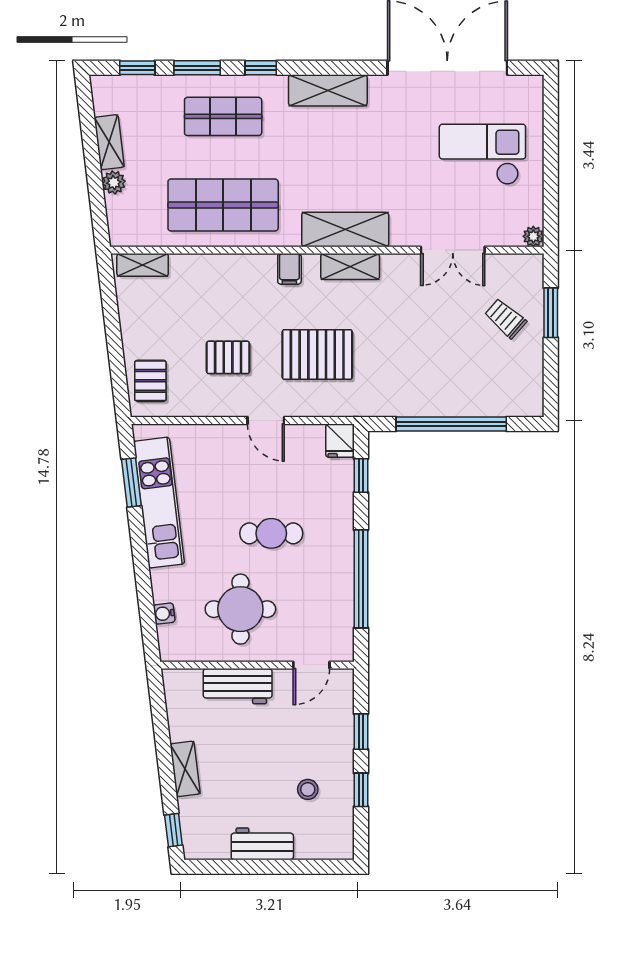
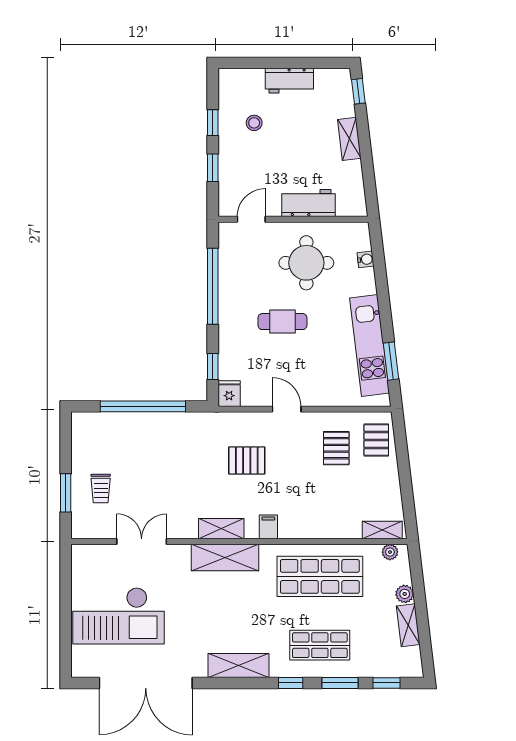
checkout: (482, 154) -> (119, 616), width x1.36, depth x1.21
plant: (533, 236) -> (390, 552), moved
trolley: (505, 318) -> (101, 488), turned 49
pallet: (317, 354) -> (247, 460), width x0.67, depth x0.71
pallet: (228, 357) -> (336, 448), moved, turned 90

